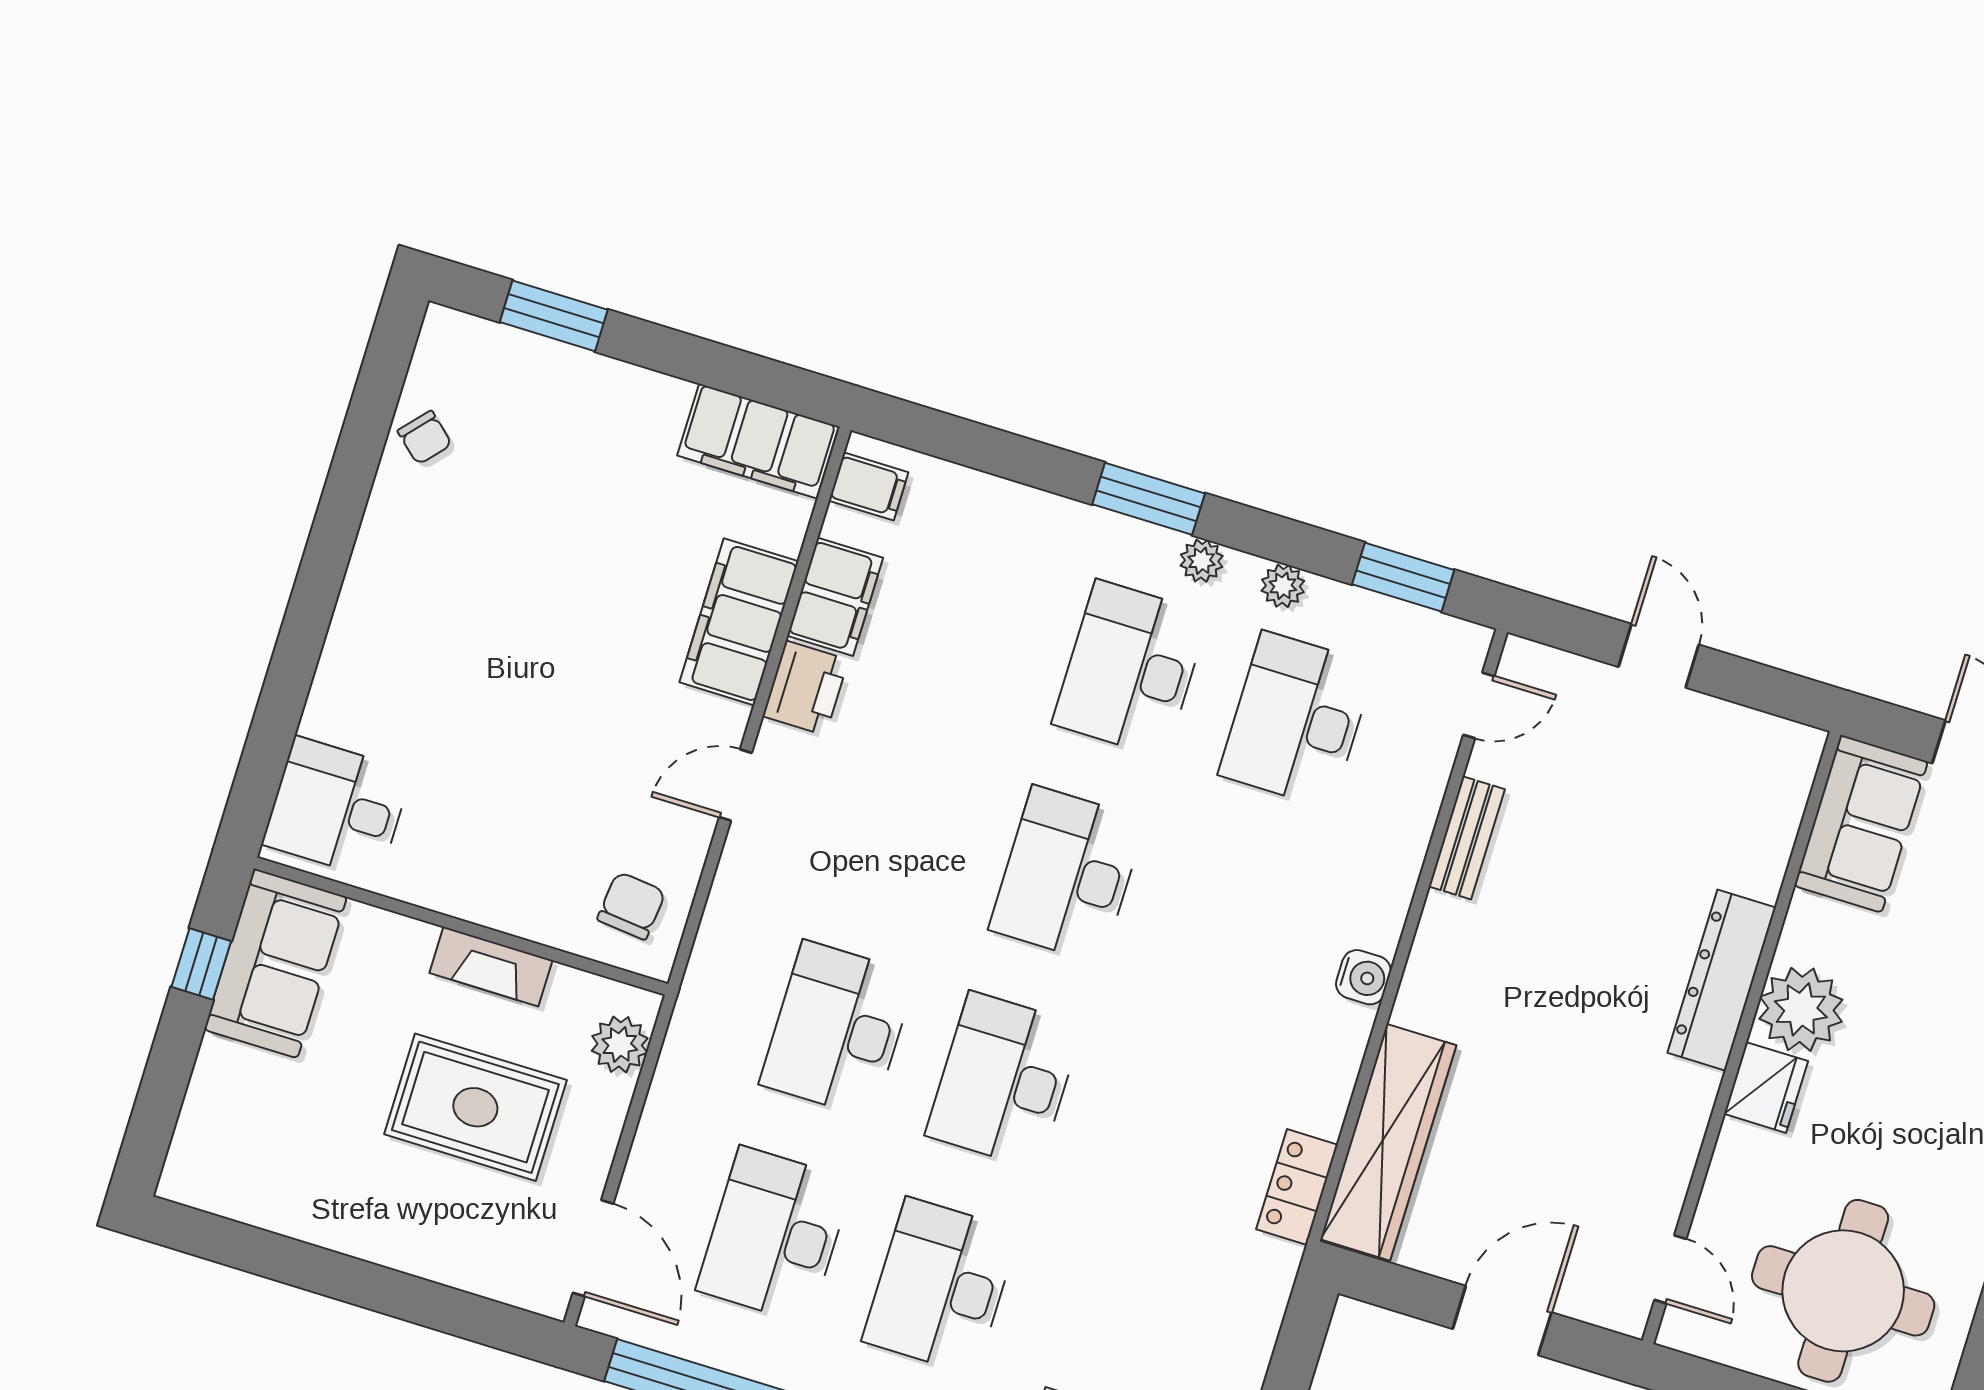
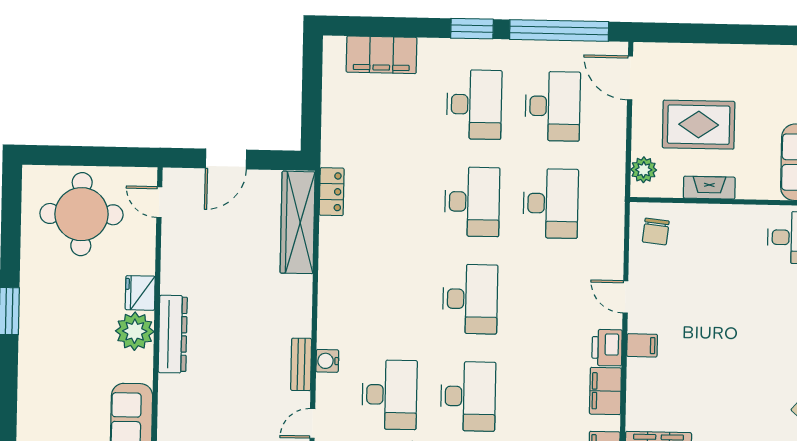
filing cabinet: (739, 622) -> (642, 345), width x0.33, depth x0.86
door: (735, 785) -> (625, 297), swing flipped
water cooler: (1363, 977) -> (327, 361), moved

